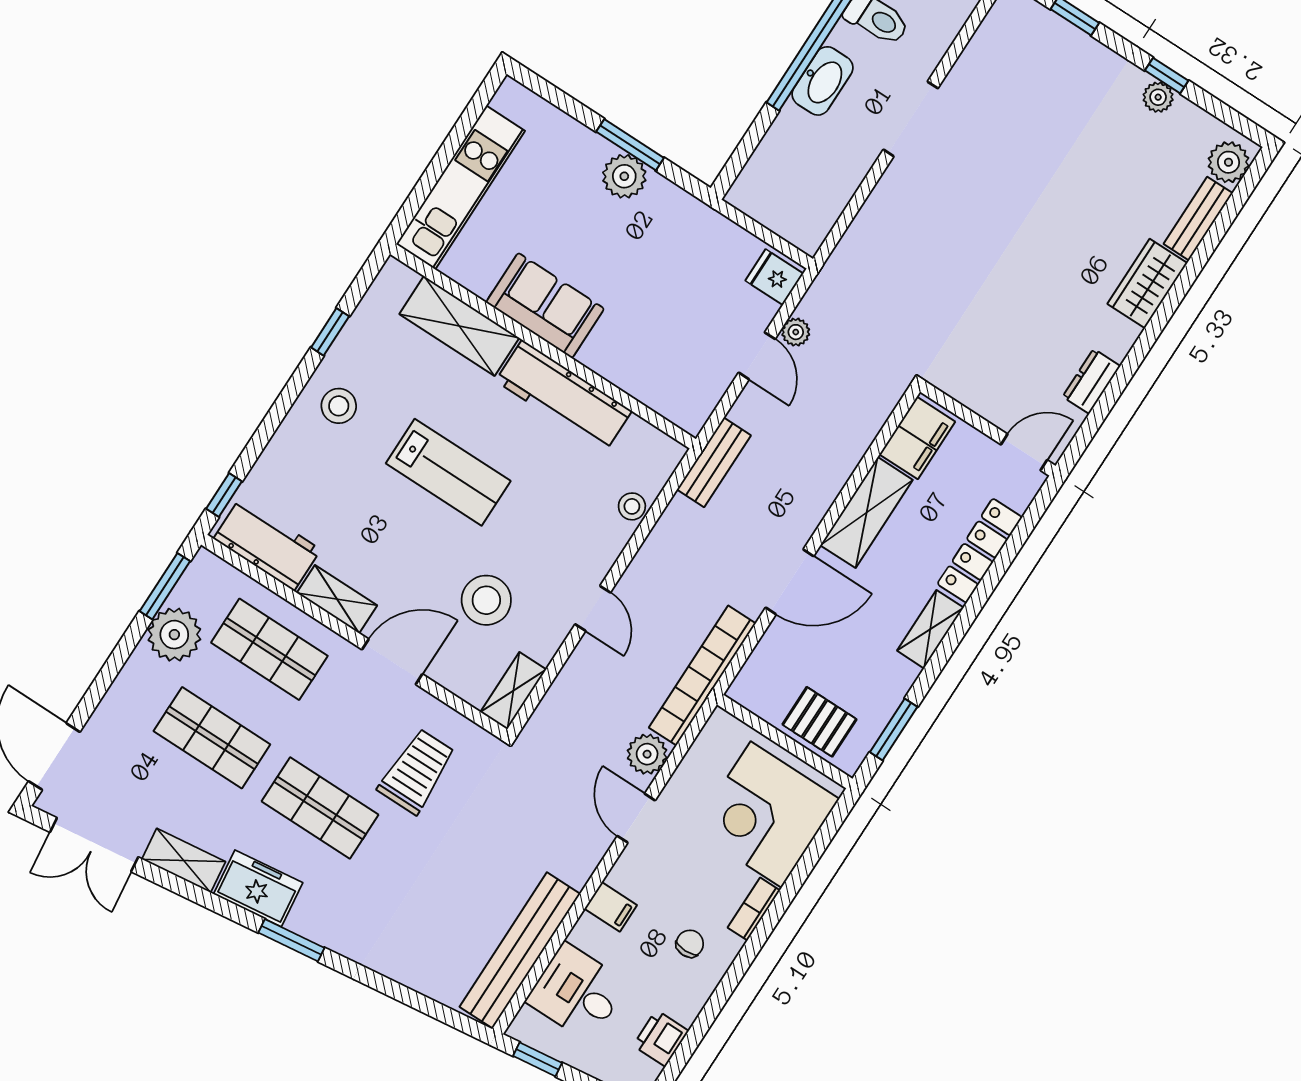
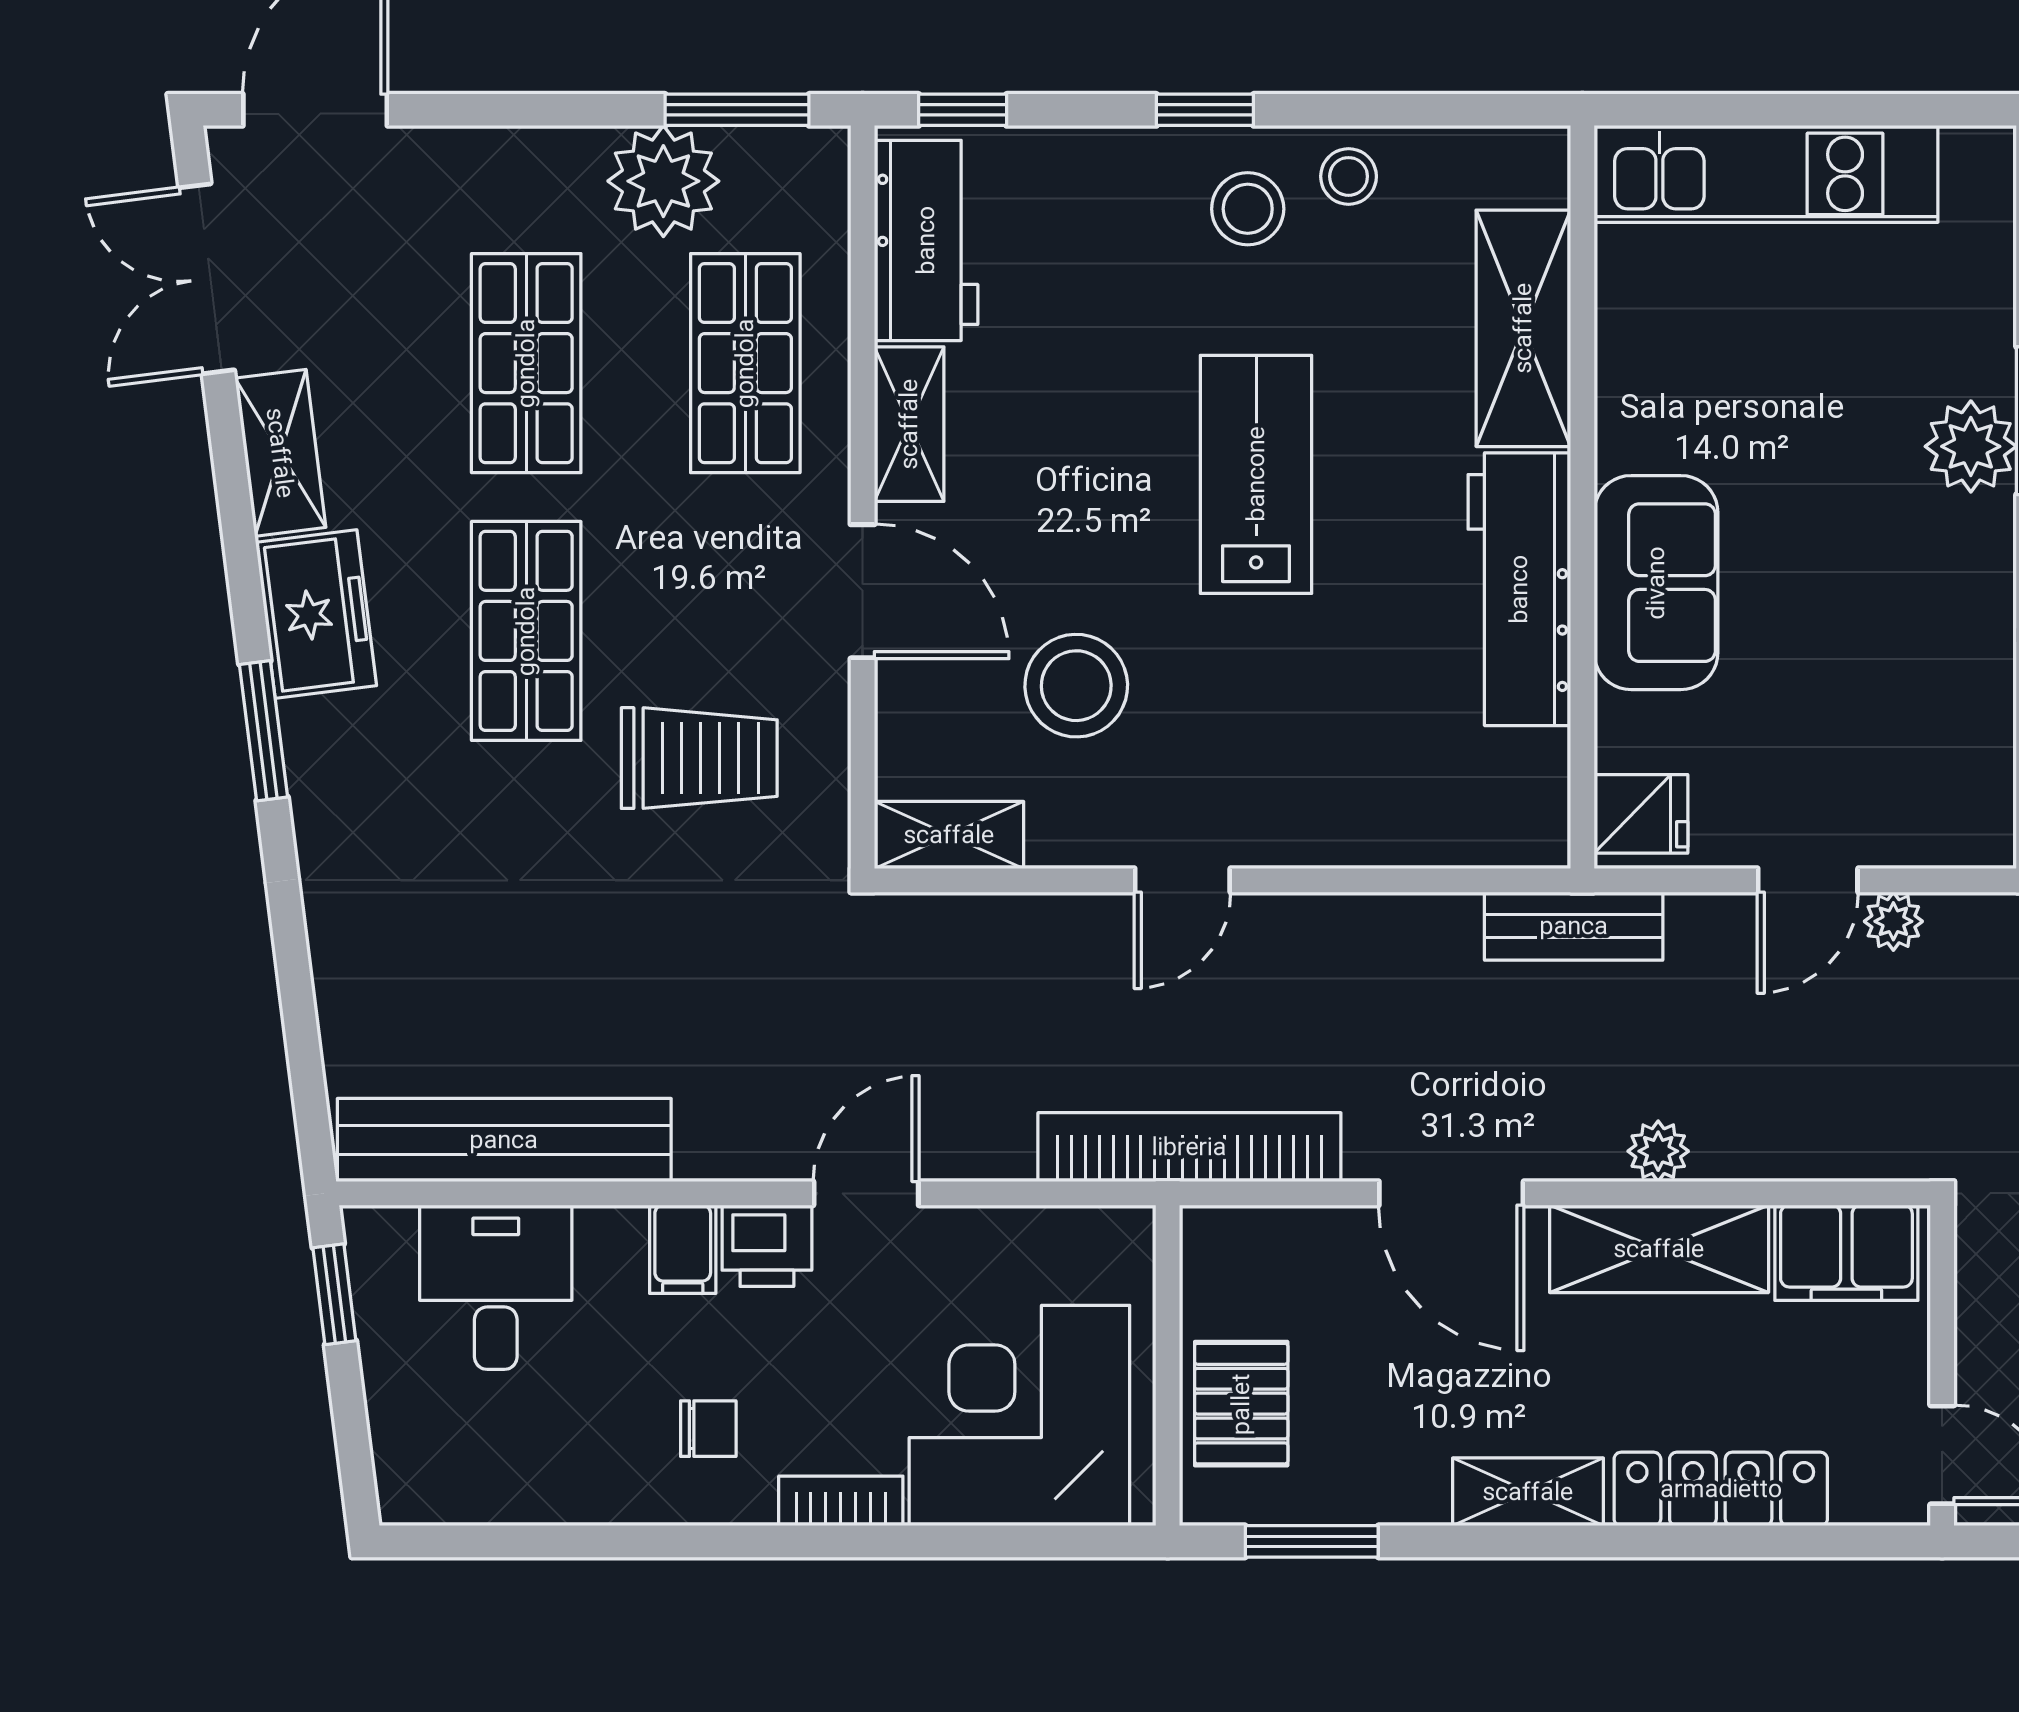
fridge: (774, 277) -> (1641, 814), moved, turned 90
sofa: (545, 306) -> (1656, 583), moved
window: (330, 332) -> (1205, 110), moved
lab bench: (448, 472) -> (1256, 474), turned 180
stool: (632, 506) -> (1349, 176), moved
plant: (647, 754) -> (1658, 1151), moved, width x0.73, depth x0.73
printer: (661, 1038) -> (767, 1246), moved, turned 180

